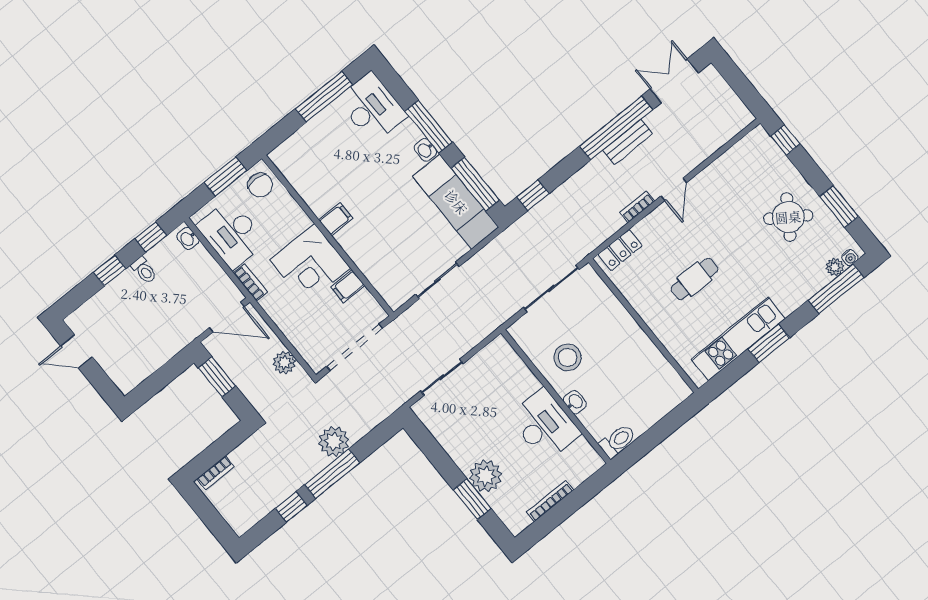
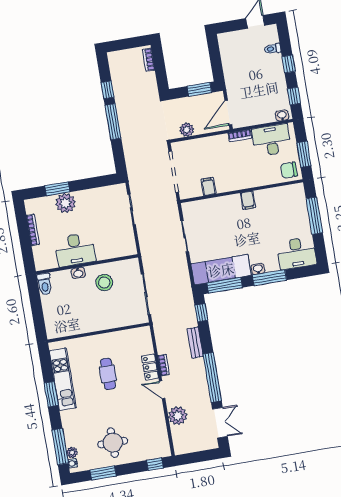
window: (324, 97) -> (314, 216), moved
bench: (628, 142) -> (195, 343), moved
round table: (788, 217) -> (113, 443), turned -34
locker: (620, 250) -> (150, 367), moved
corner desk: (310, 264) -> (232, 173), removed
toilet: (144, 270) -> (273, 49), moved
plant: (334, 441) -> (178, 416), moved

